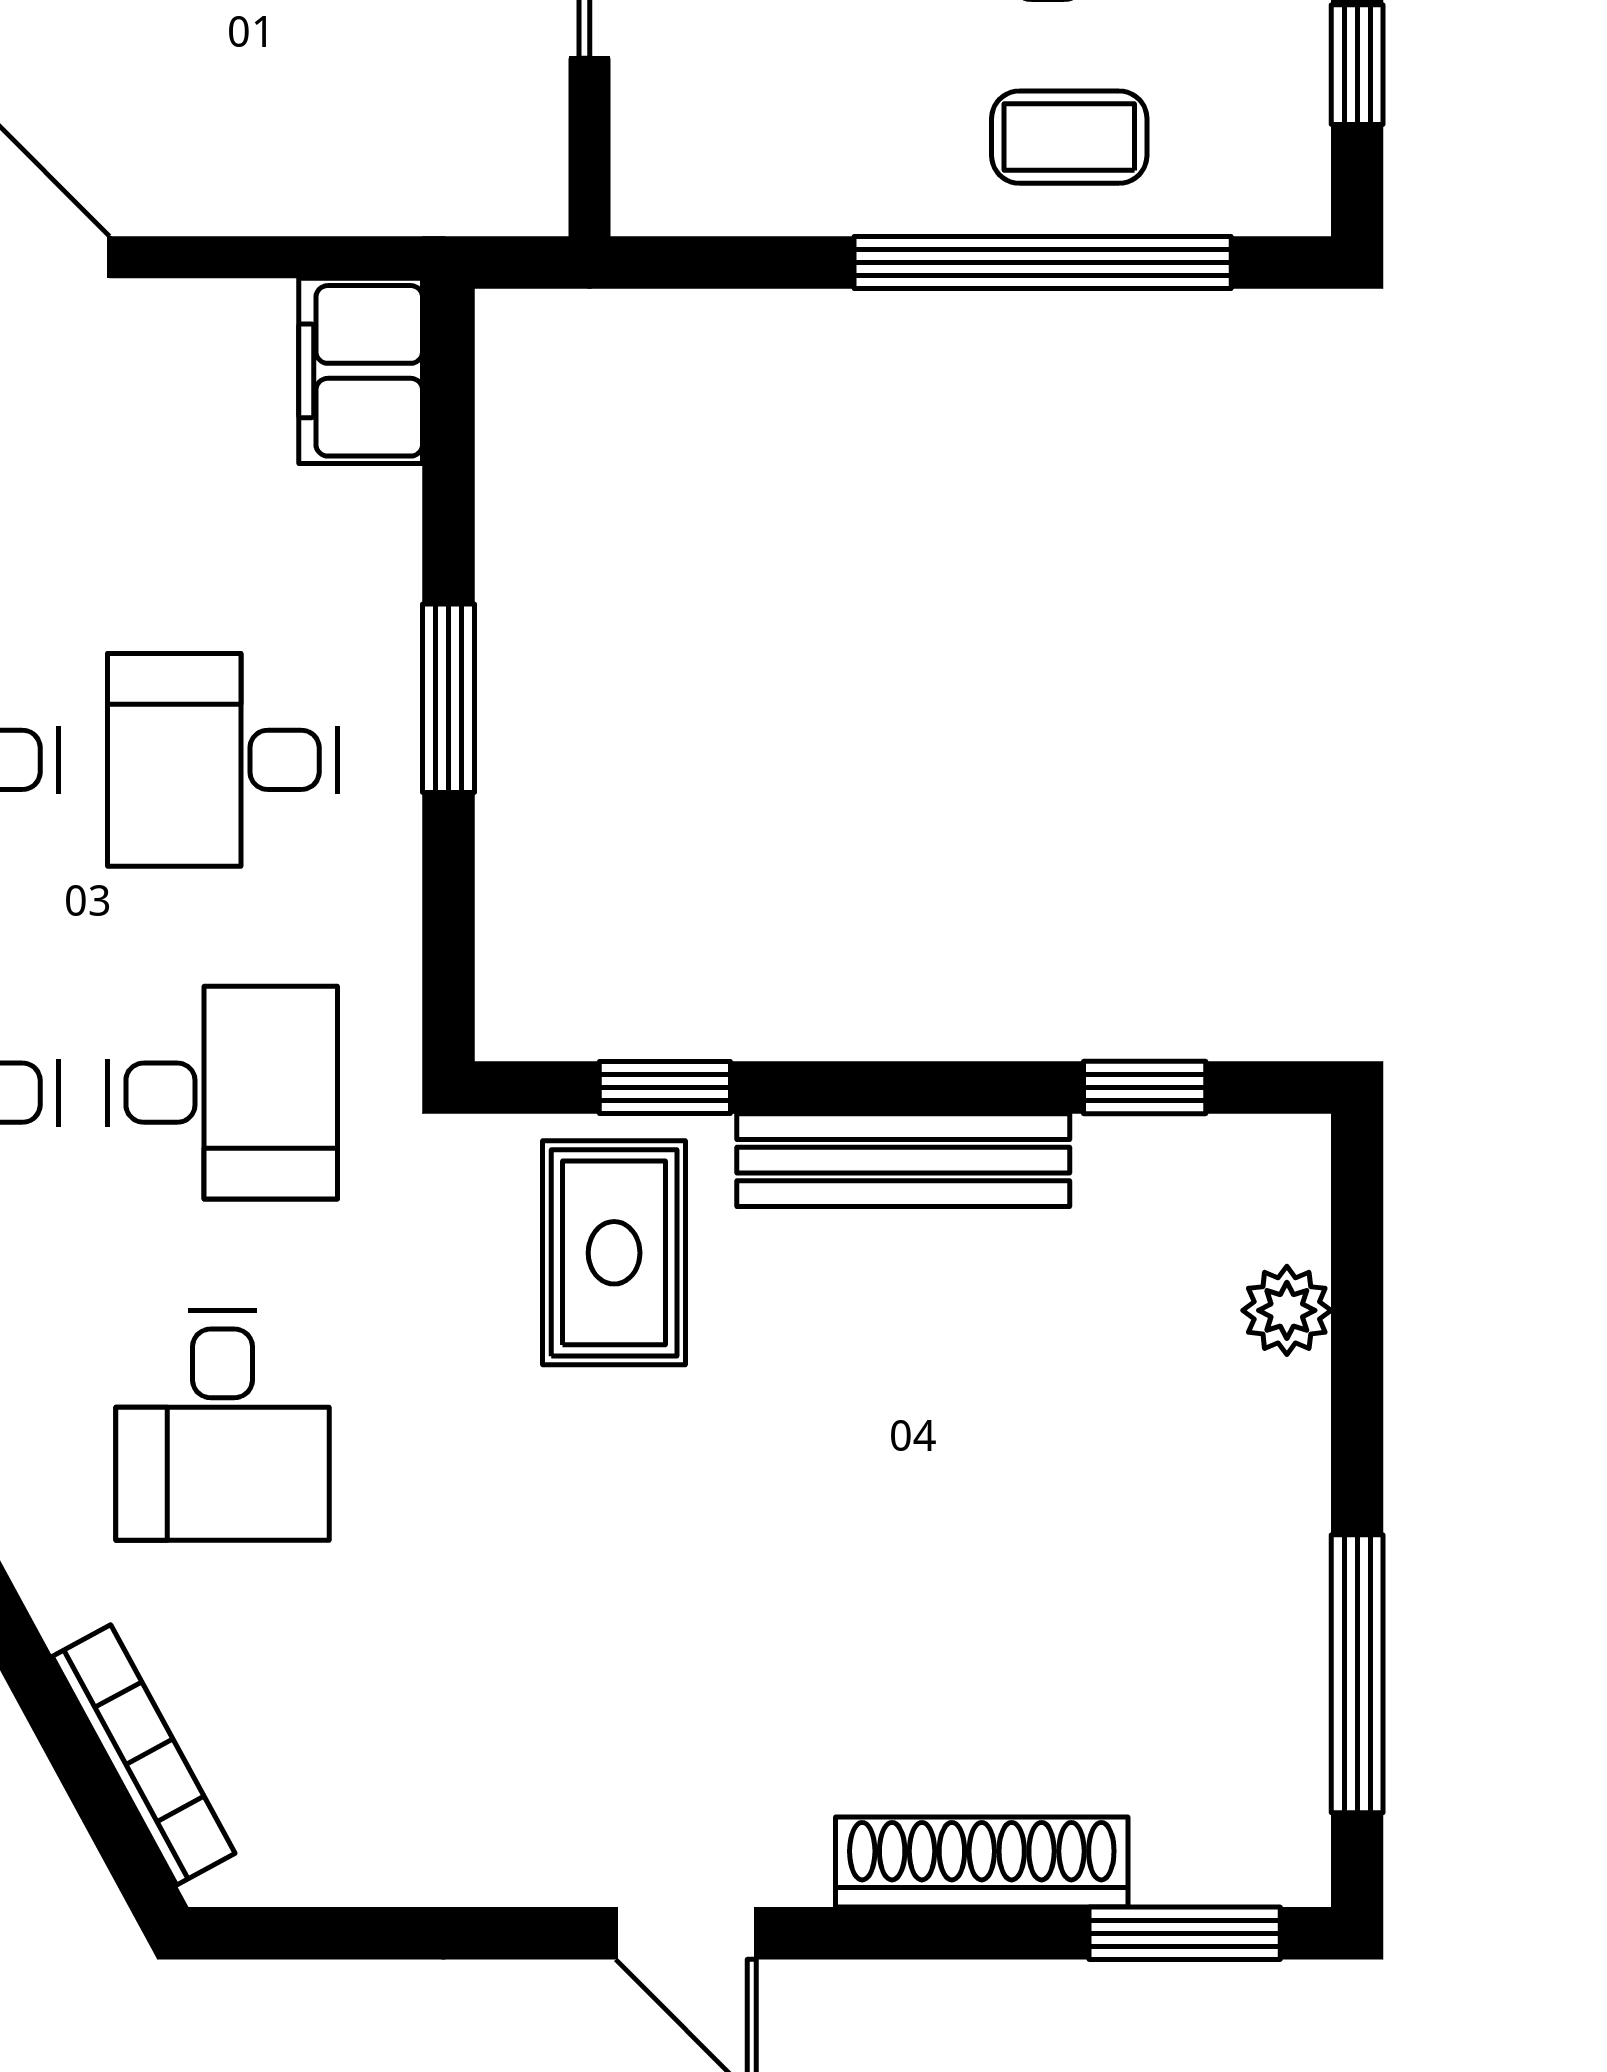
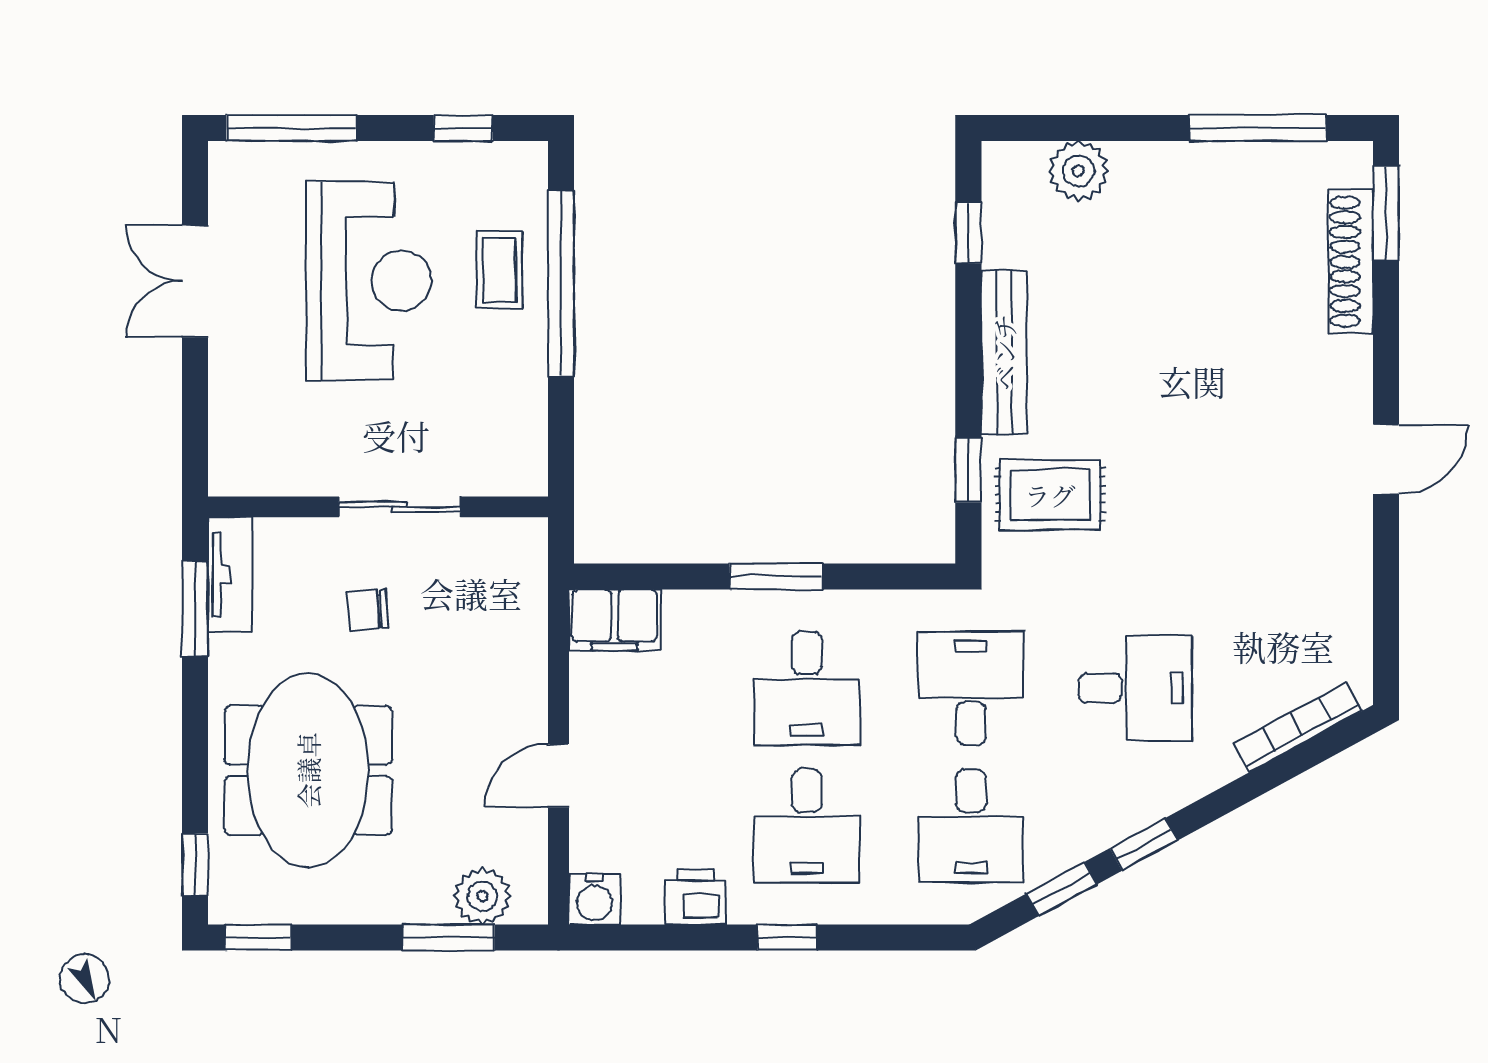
plant: (1287, 1310) -> (1078, 171), width x1.38, depth x1.38
shoe rack: (982, 1862) -> (1351, 262), moved

